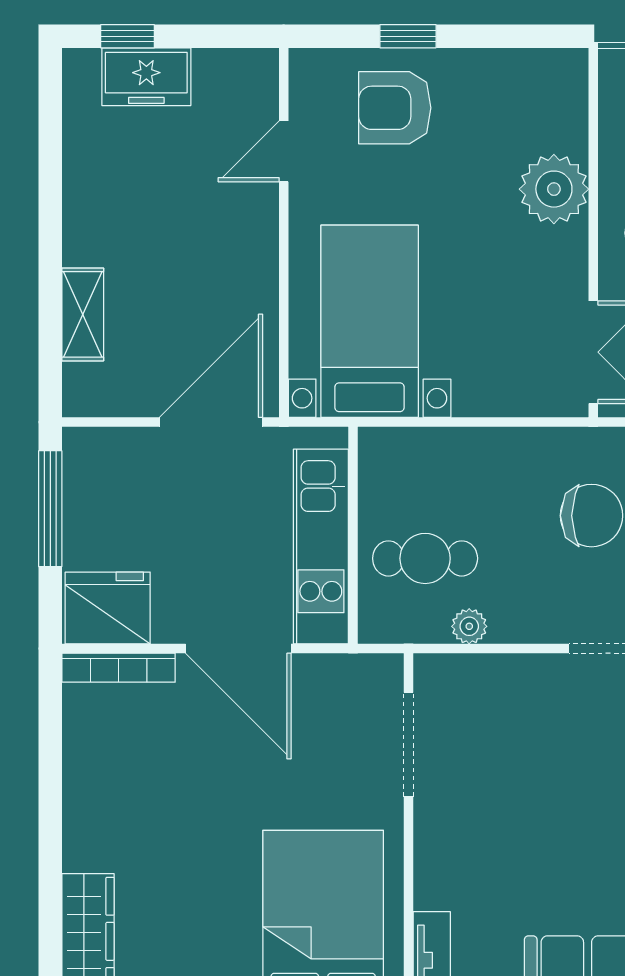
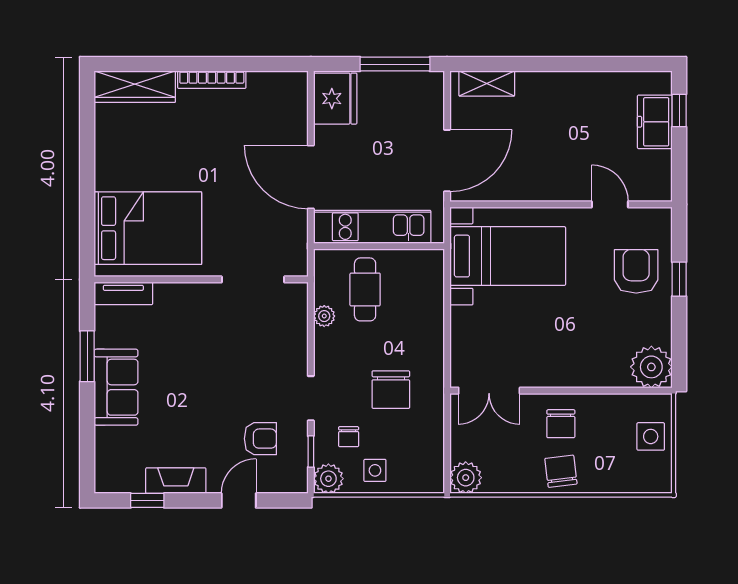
plant: (554, 189) -> (651, 367), moved
shelving: (83, 314) -> (487, 84), moved
door: (211, 422) -> (447, 161), hinge flipped
door: (238, 649) -> (311, 177), hinge flipped
bookcase: (119, 668) -> (212, 80), moved, turned -90

